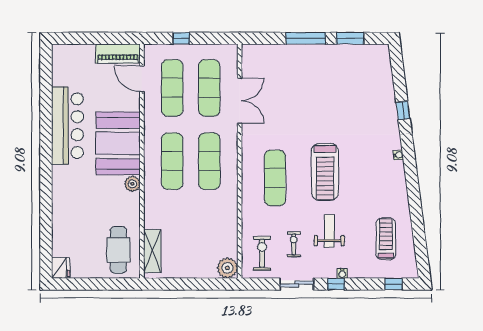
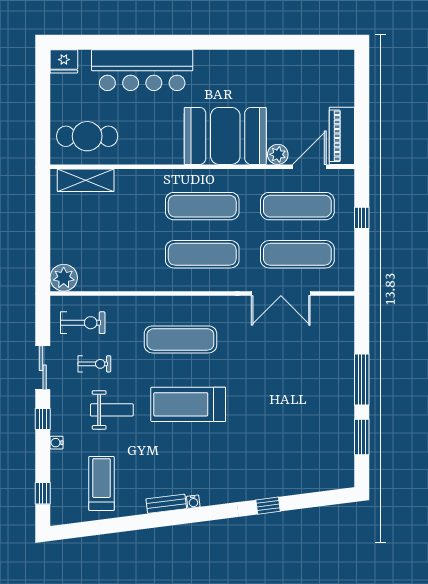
bar counter: (67, 126) -> (142, 70), moved
water cooler: (398, 155) -> (193, 502), moved
plant: (132, 184) -> (278, 154), moved
bench: (402, 189) -> (166, 504), added
treadmill: (386, 239) -> (101, 483), turned -90
water cooler: (342, 273) -> (57, 443), moved

